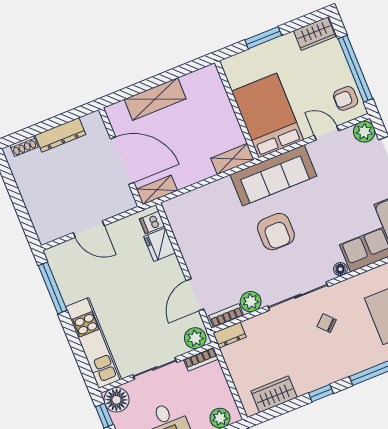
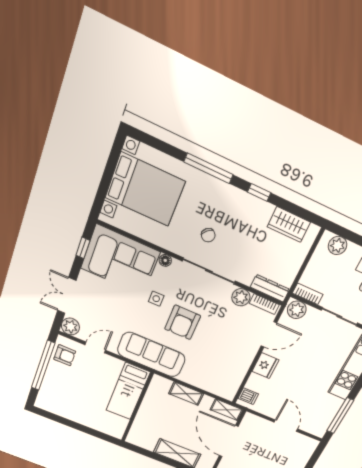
wardrobe: (315, 34) -> (51, 405), removed
window: (263, 38) -> (84, 429), removed
bed: (268, 115) -> (128, 391), width x0.67
door: (326, 133) -> (95, 347), swing flipped
shelving: (232, 159) -> (186, 394), moved
side table: (317, 230) -> (156, 299), added
armchair: (276, 232) -> (183, 322), turned 180
fridge: (160, 245) -> (265, 366), moved
dresser: (230, 335) -> (270, 288), width x1.44

